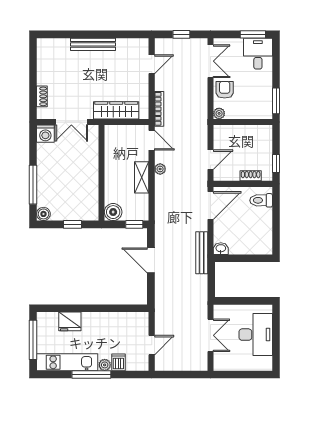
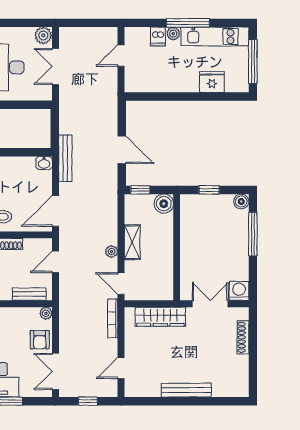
shoe rack: (42, 96) -> (243, 337), width x1.43
bench: (234, 131) -> (29, 294), added
plant: (221, 363) -> (43, 35), added

